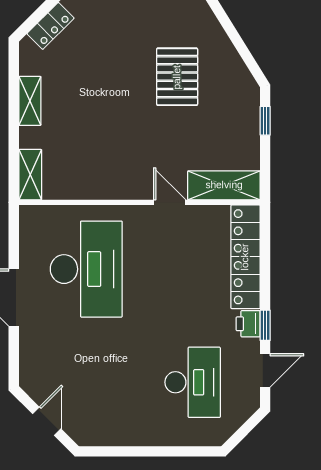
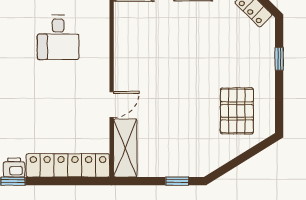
pallet: (177, 77) -> (237, 111), moved, turned 90
desk: (86, 269) -> (58, 37), width x0.53, depth x0.77

